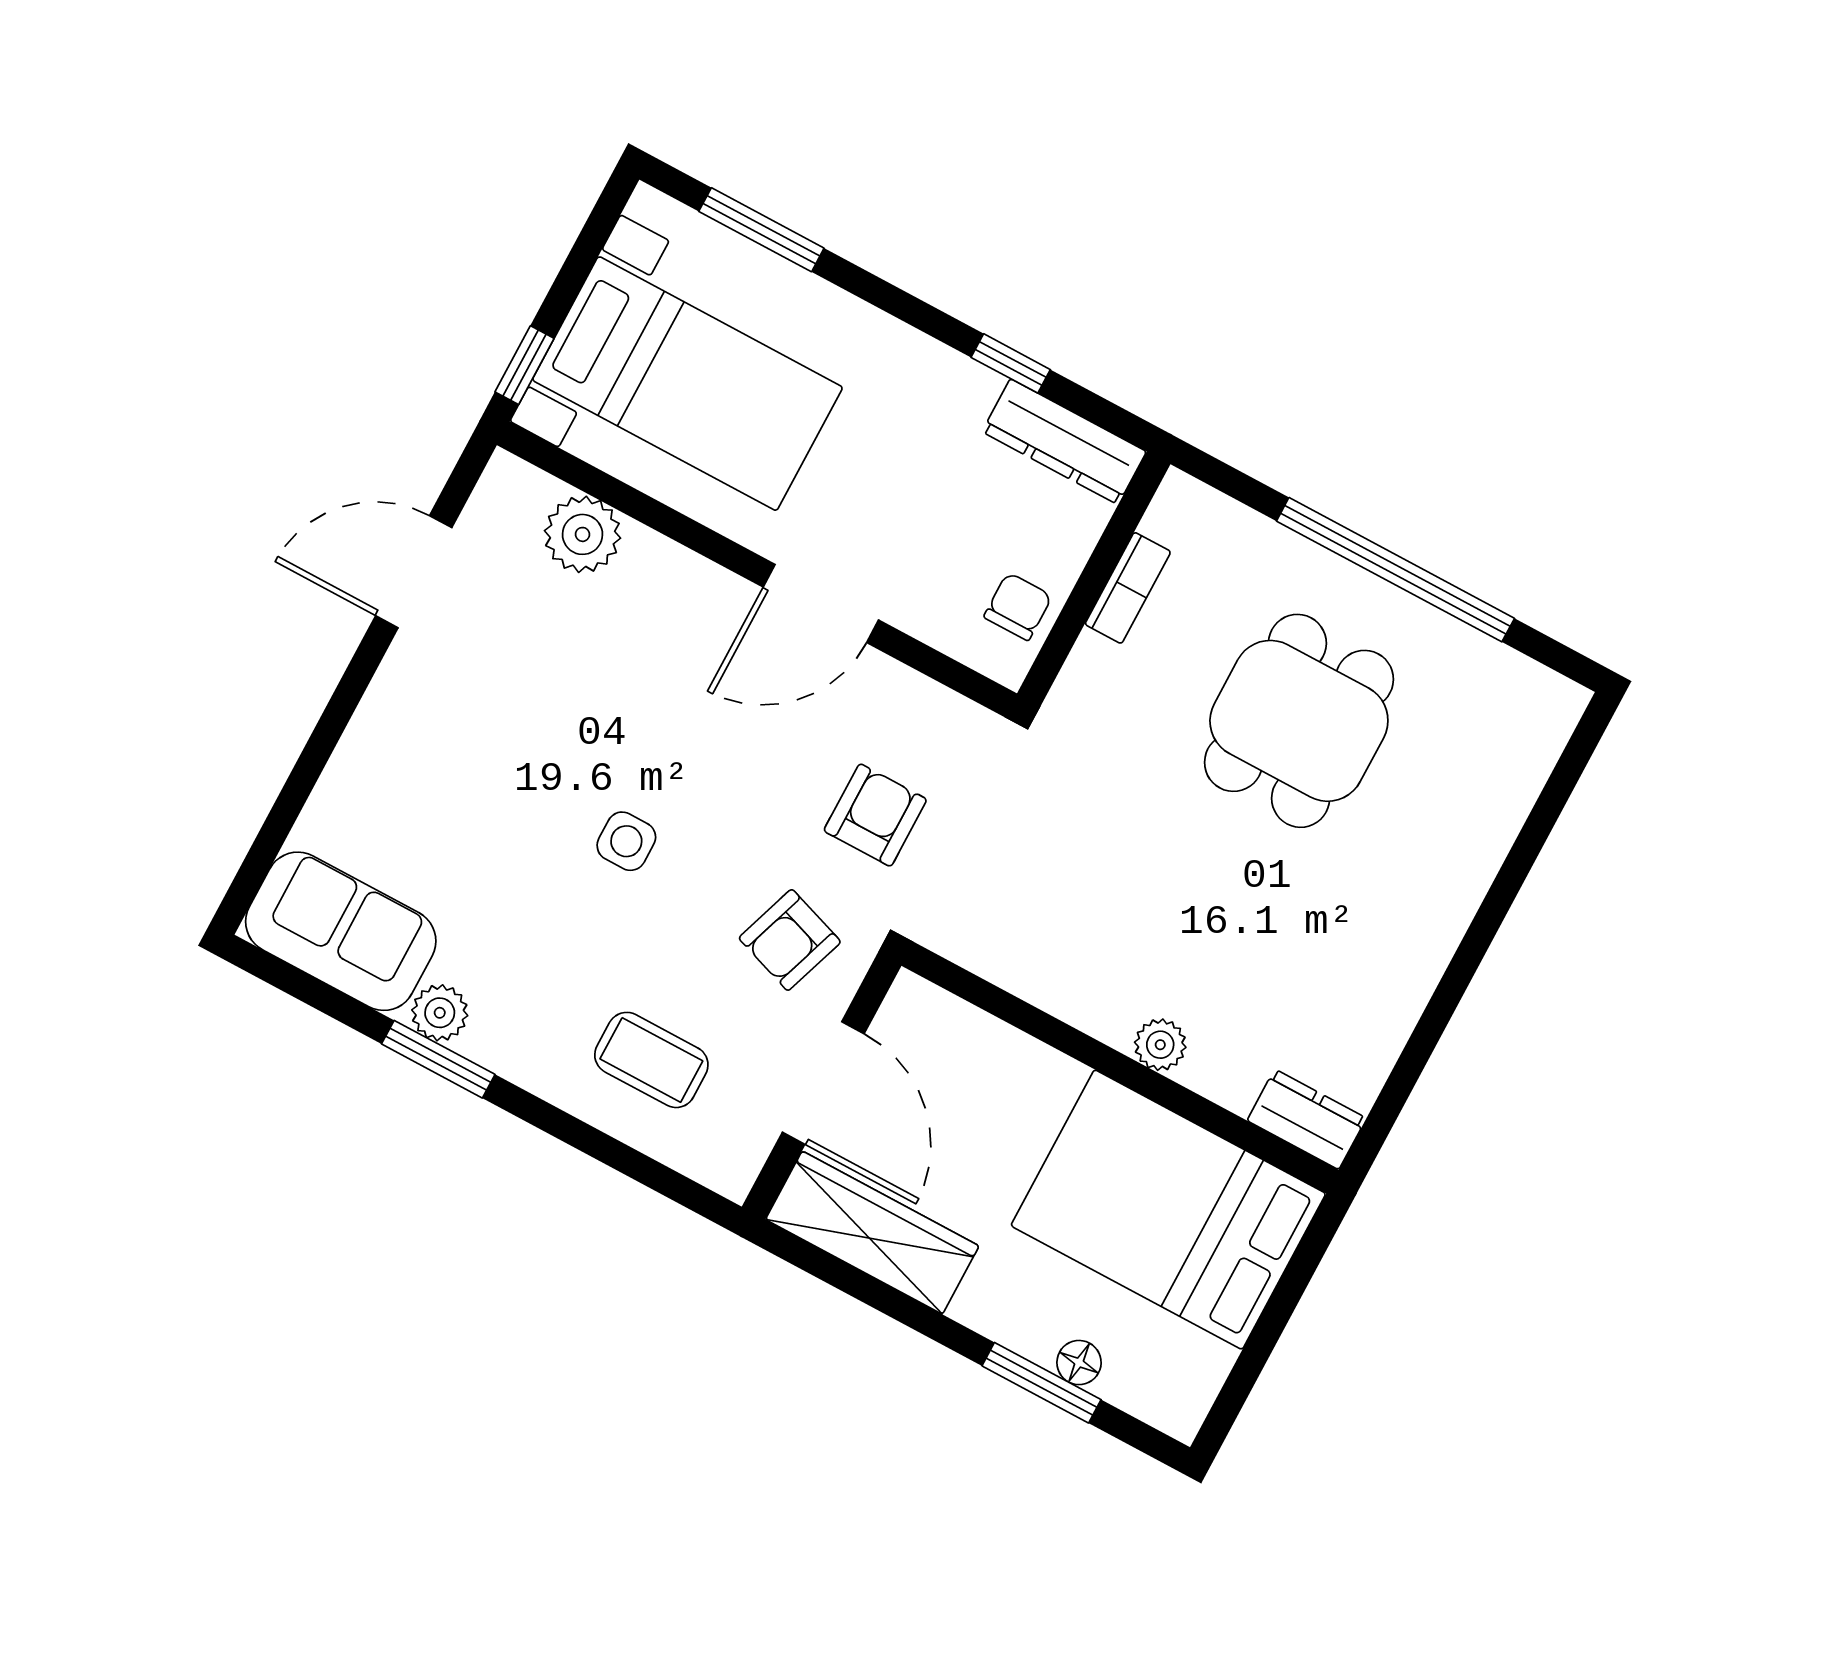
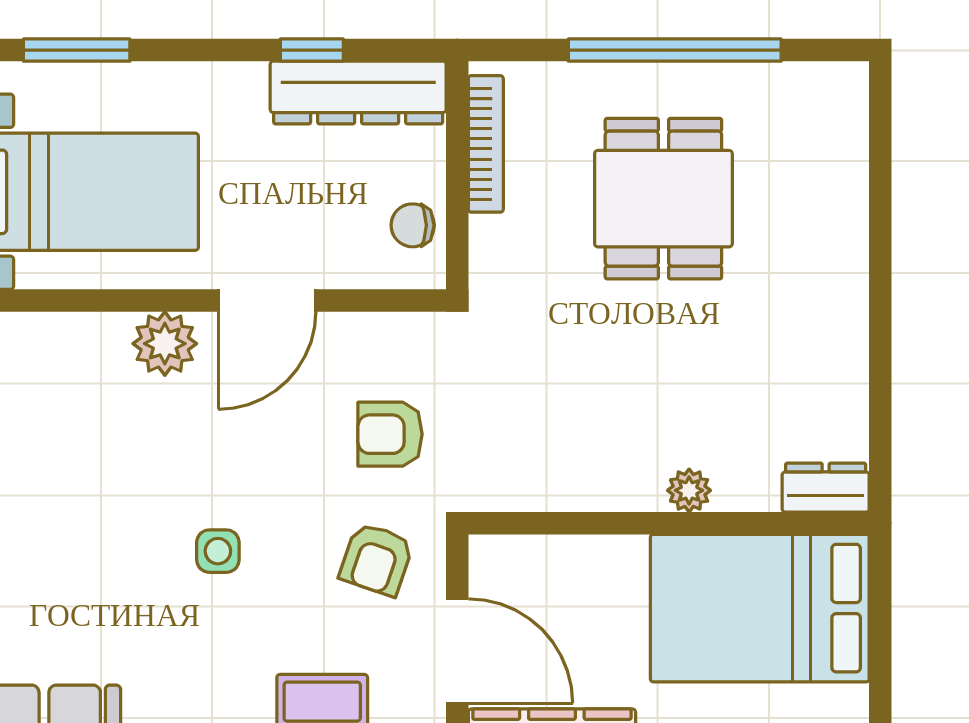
dresser: (1064, 442) -> (358, 93), width x1.37, depth x1.24
plant: (582, 534) -> (165, 344), moved
bookcase: (1128, 588) -> (486, 144), width x1.56
chair: (1018, 606) -> (413, 225), turned -90
armchair: (875, 815) -> (390, 434), turned -90

